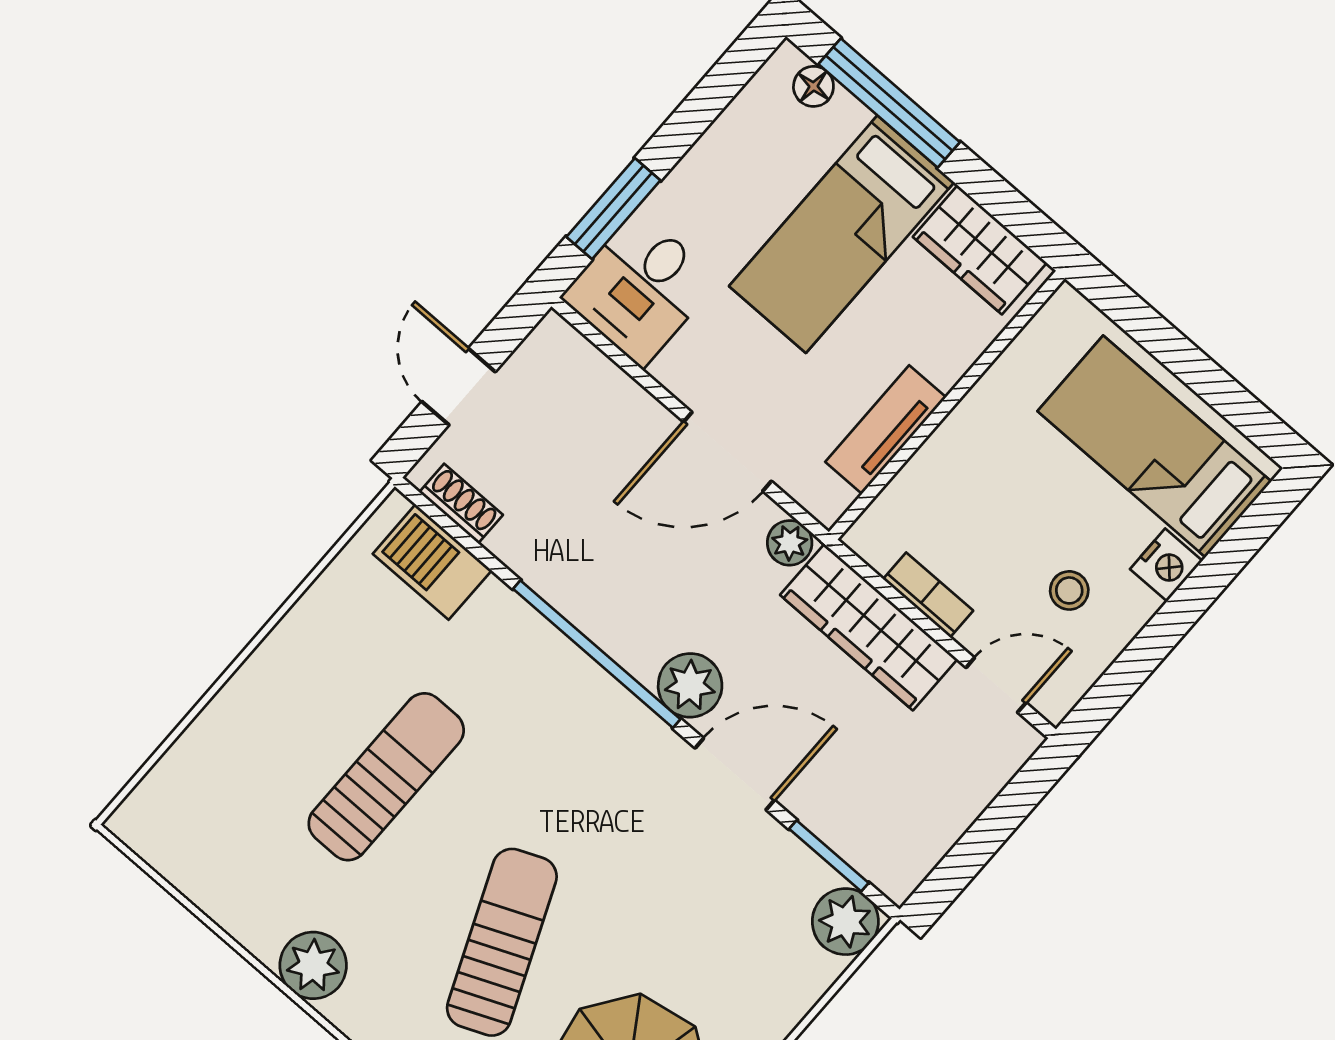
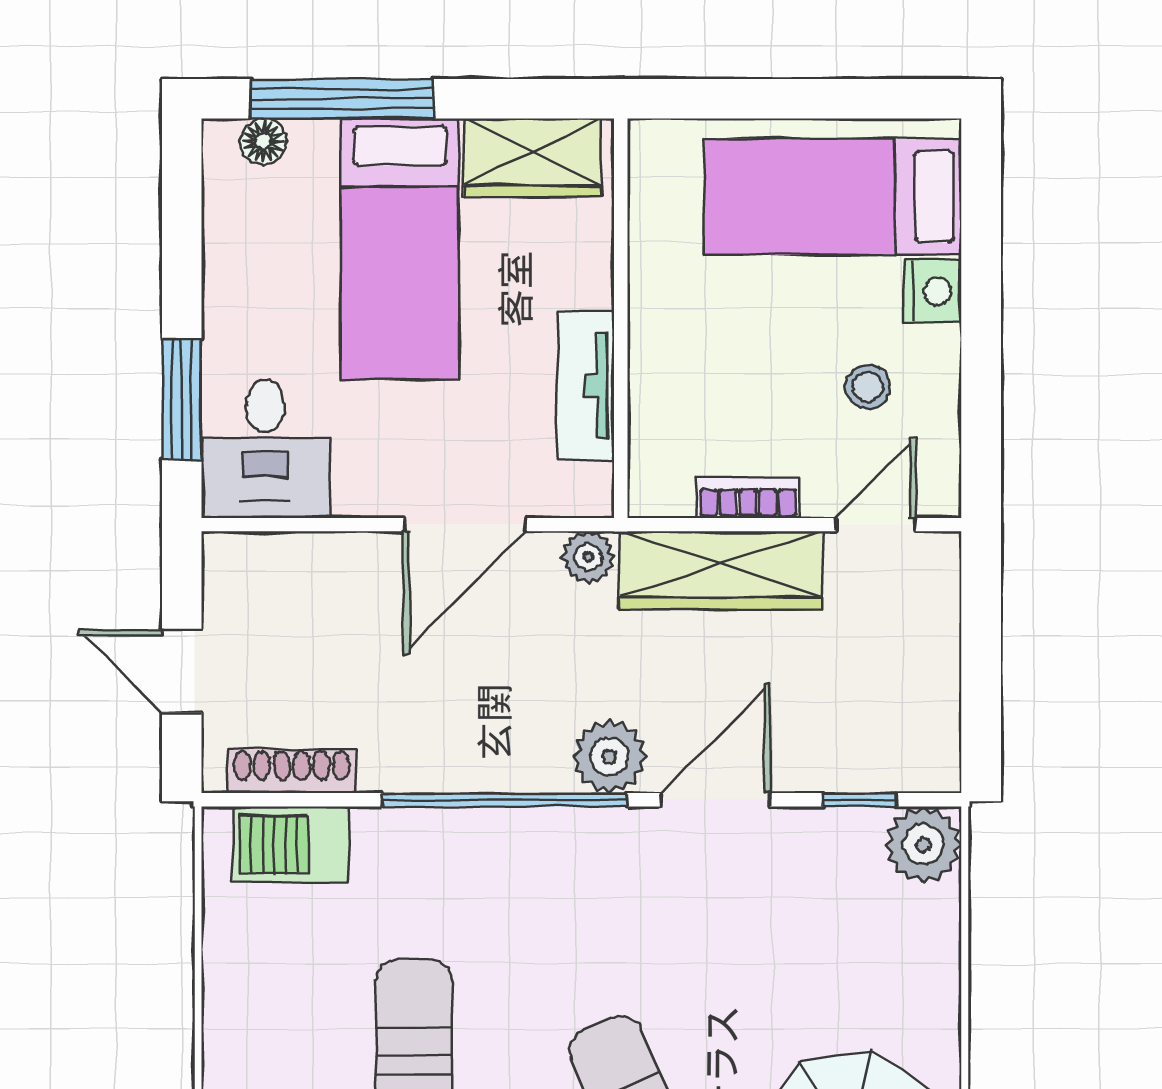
shoe rack: (461, 504) -> (292, 771), width x1.43
window: (829, 856) -> (859, 800), width x0.67

